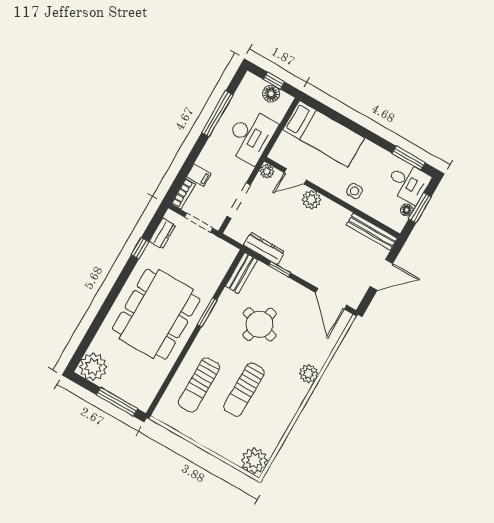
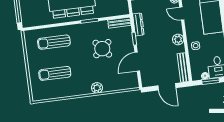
plant: (311, 200) -> (178, 39), moved
door: (331, 299) -> (137, 62), moved
round table: (260, 324) -> (102, 49), turned 33
sun lounger: (244, 390) -> (55, 73), moved
plant: (254, 461) -> (39, 93), removed

